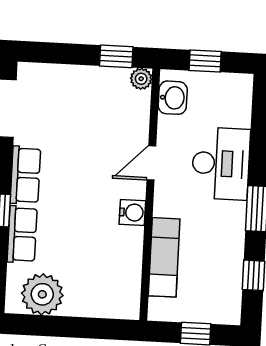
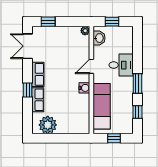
window: (116, 56) -> (48, 22), moved
desk: (221, 164) -> (121, 65), width x0.73
exam couch: (164, 257) -> (102, 106), width x1.36, depth x1.45

